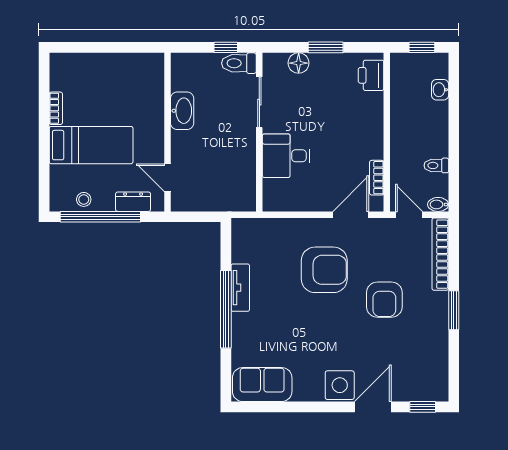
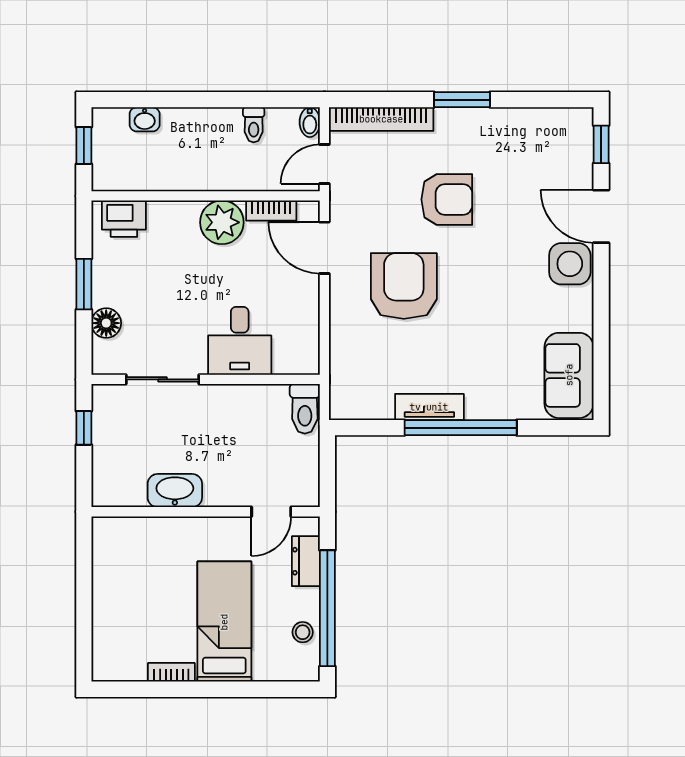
toilet: (239, 63) -> (305, 409), moved
plant: (369, 143) -> (222, 222), added

